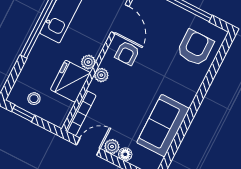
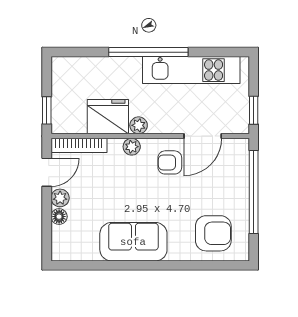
stool: (34, 99) -> (69, 87), removed
window: (23, 113) -> (47, 110), moved
sofa: (163, 126) -> (133, 242), moved
door: (88, 147) -> (47, 172), hinge flipped

